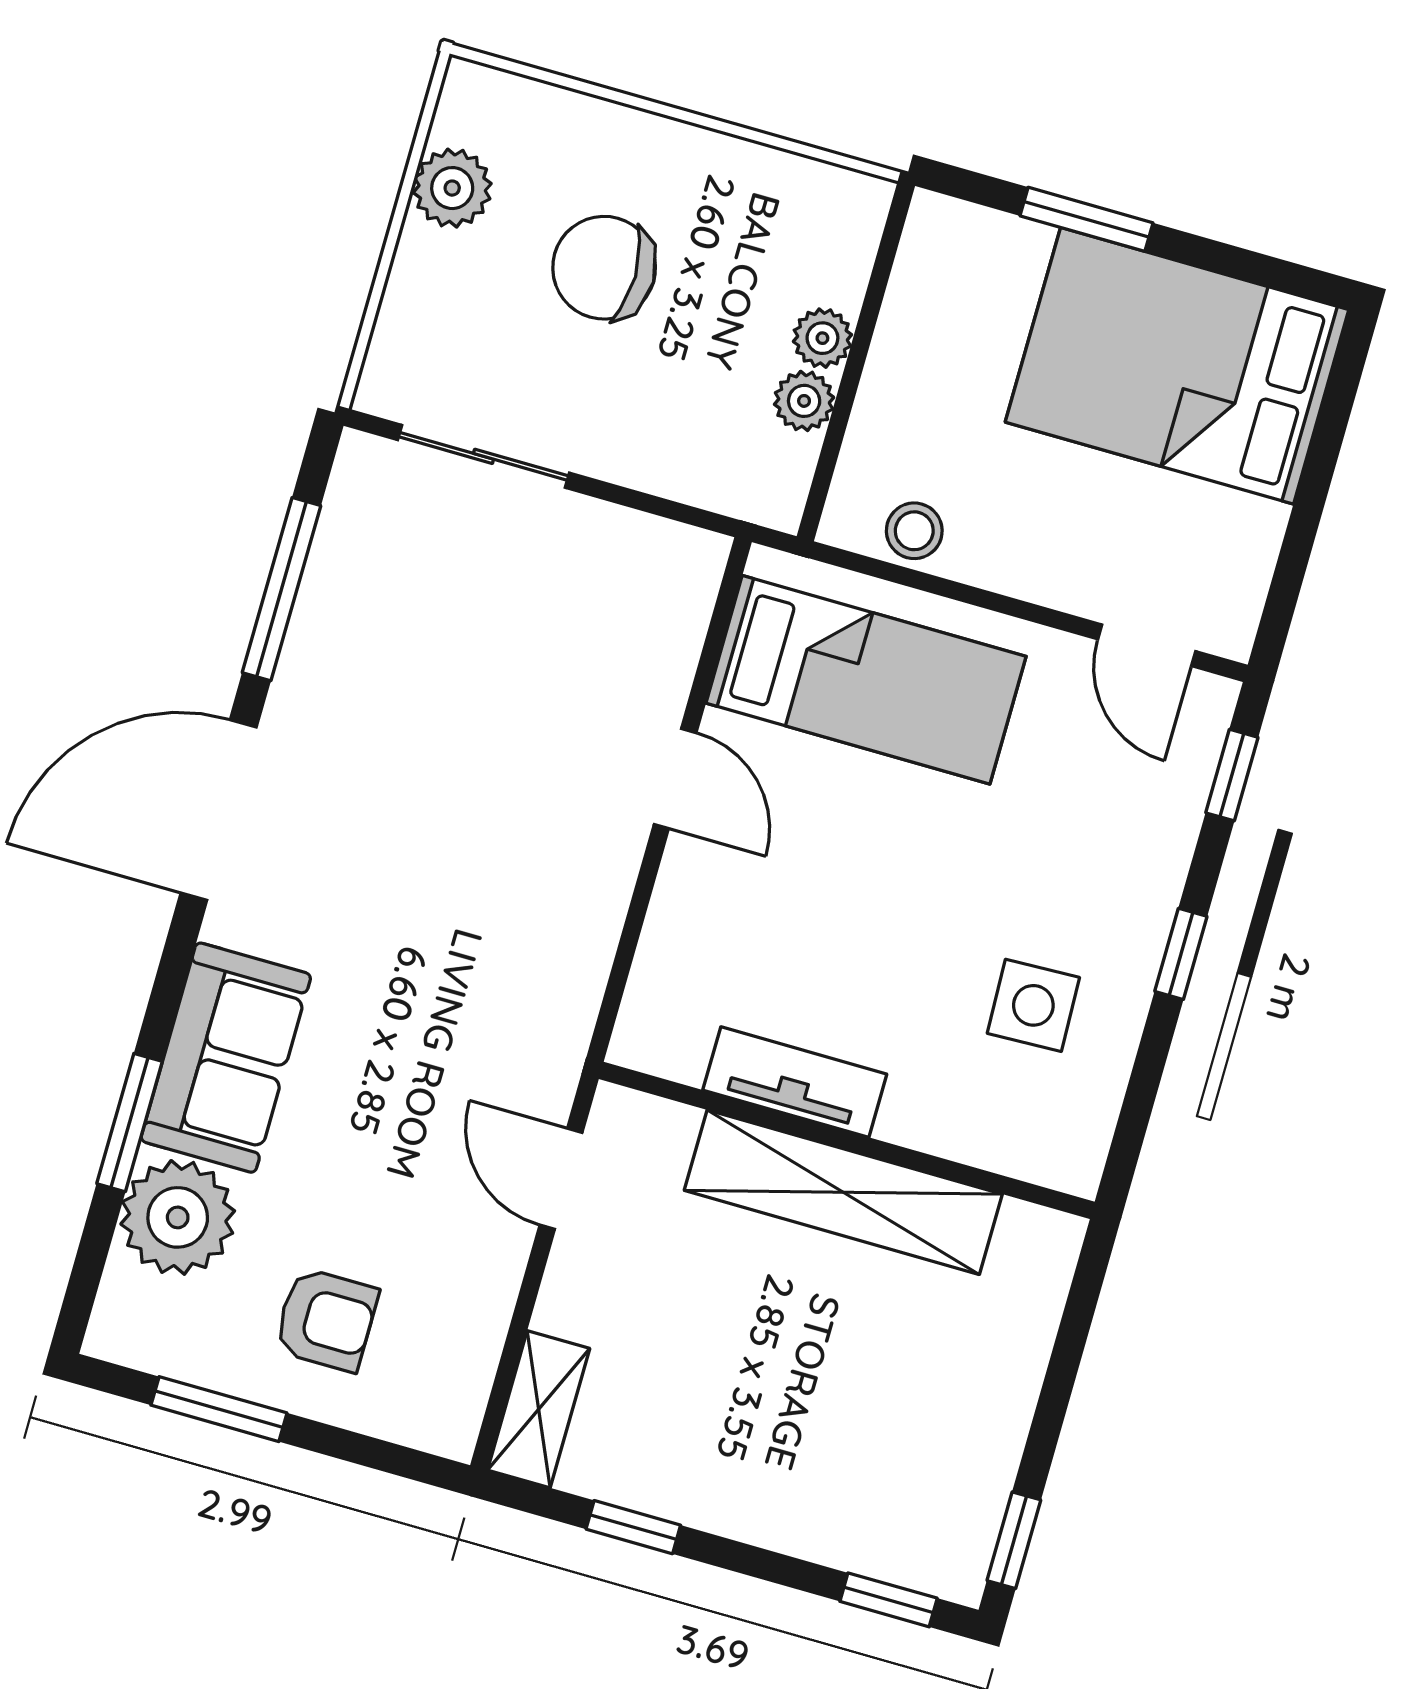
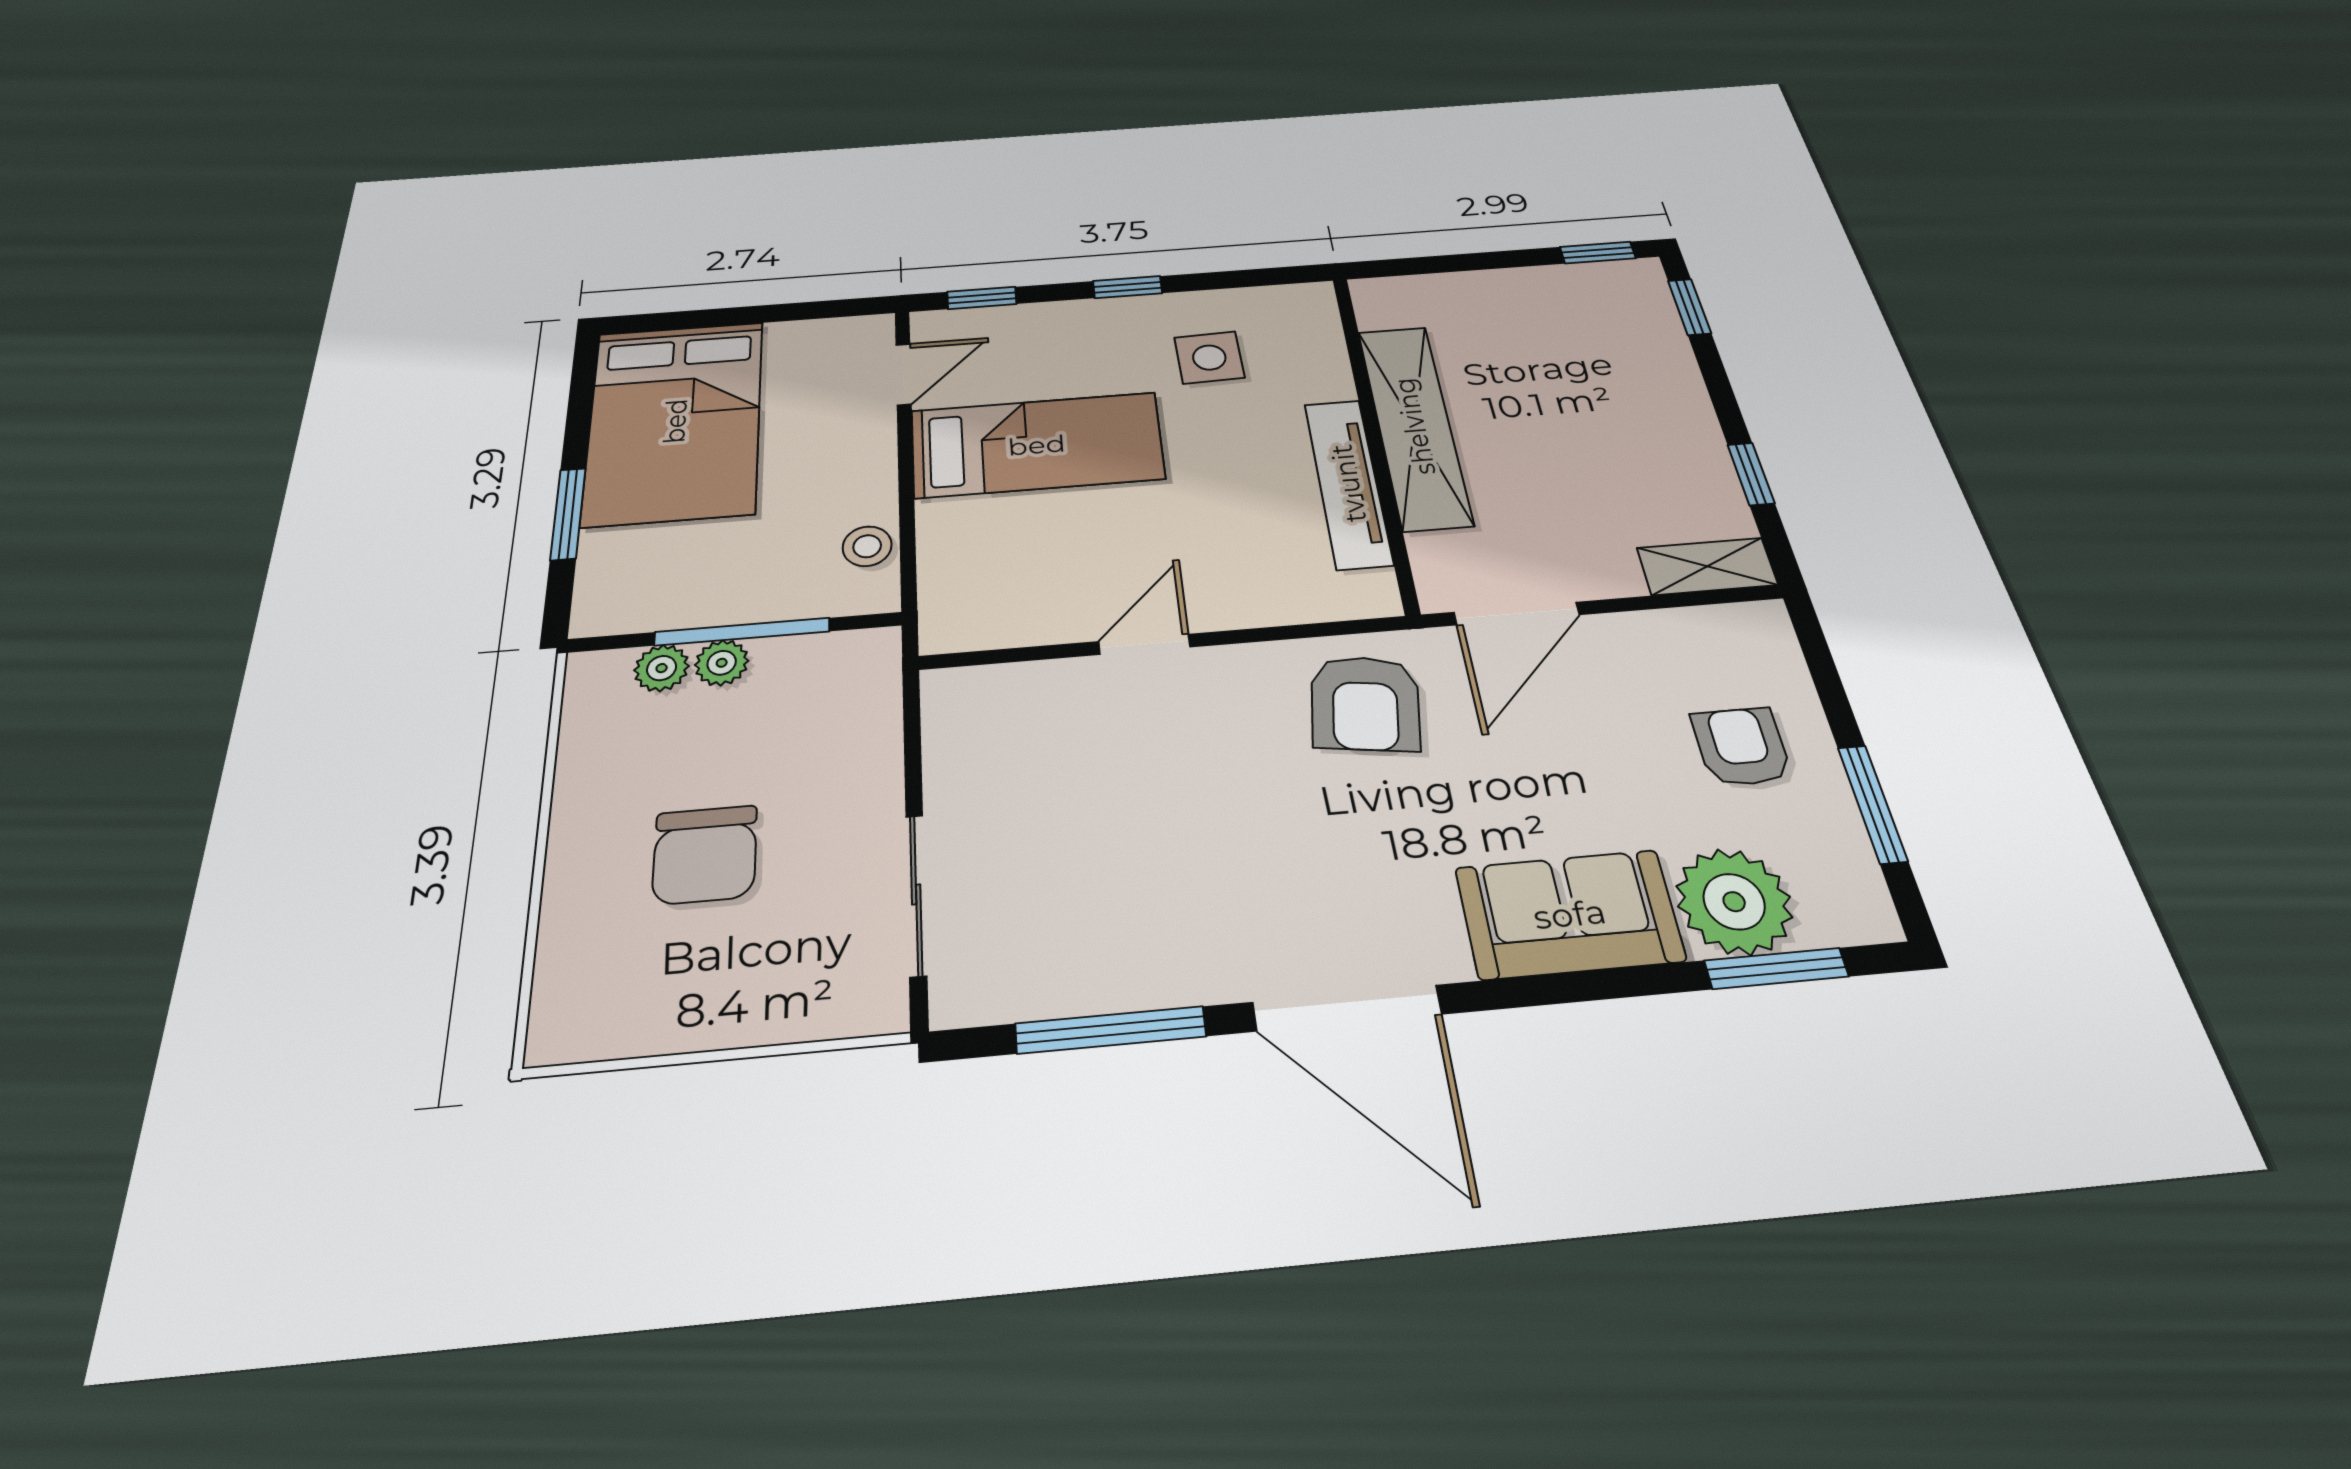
plant: (452, 188) -> (661, 1017), removed
window: (854, 369) -> (742, 632), added
plant: (804, 401) -> (662, 668), moved
bed: (866, 680) -> (1037, 445), moved, turned 90
armchair: (519, 973) -> (1365, 703), added
tv unit: (795, 1082) -> (1348, 483), width x1.41
window: (130, 1123) -> (1776, 968), moved
door: (561, 1179) -> (1517, 614), width x1.38

